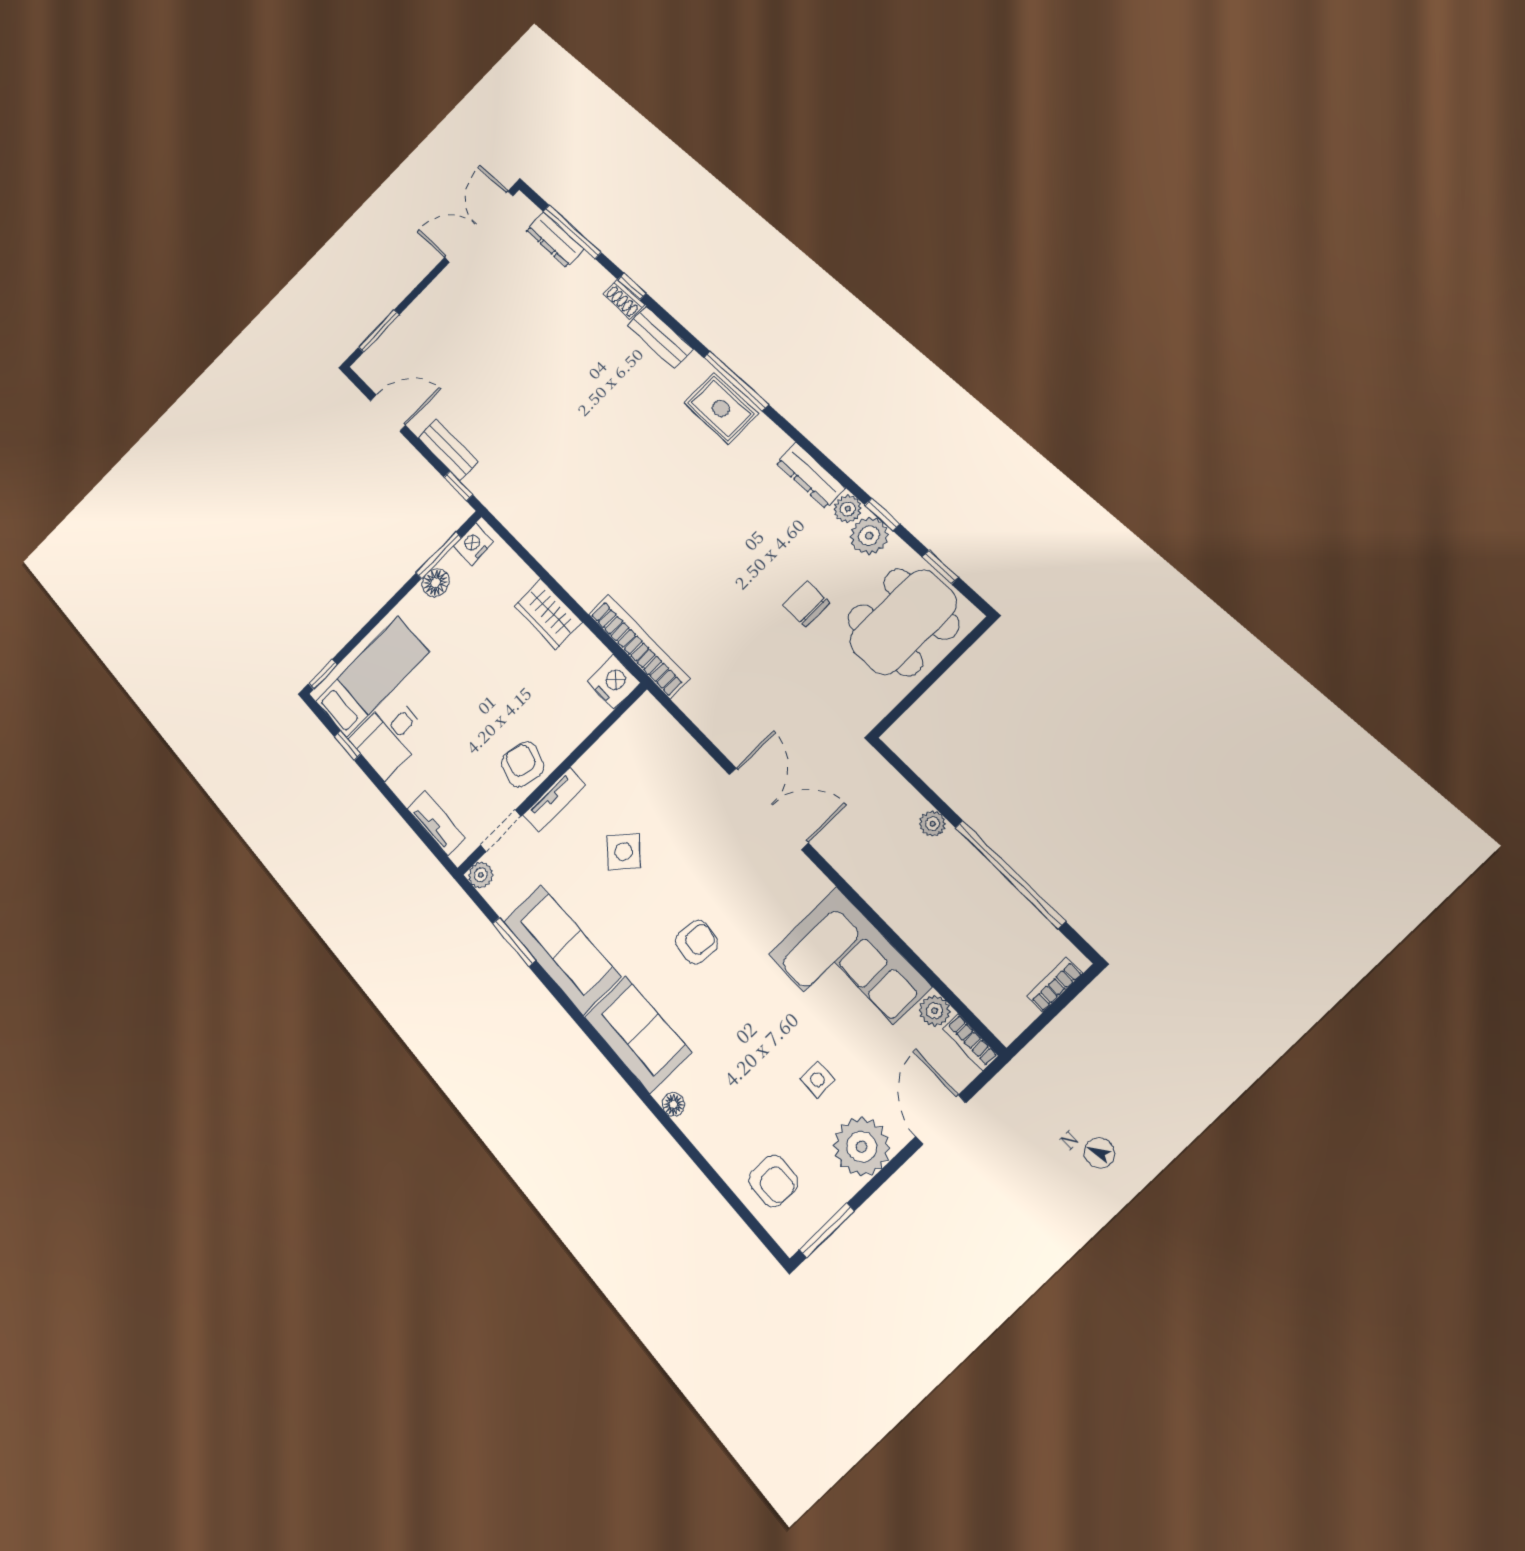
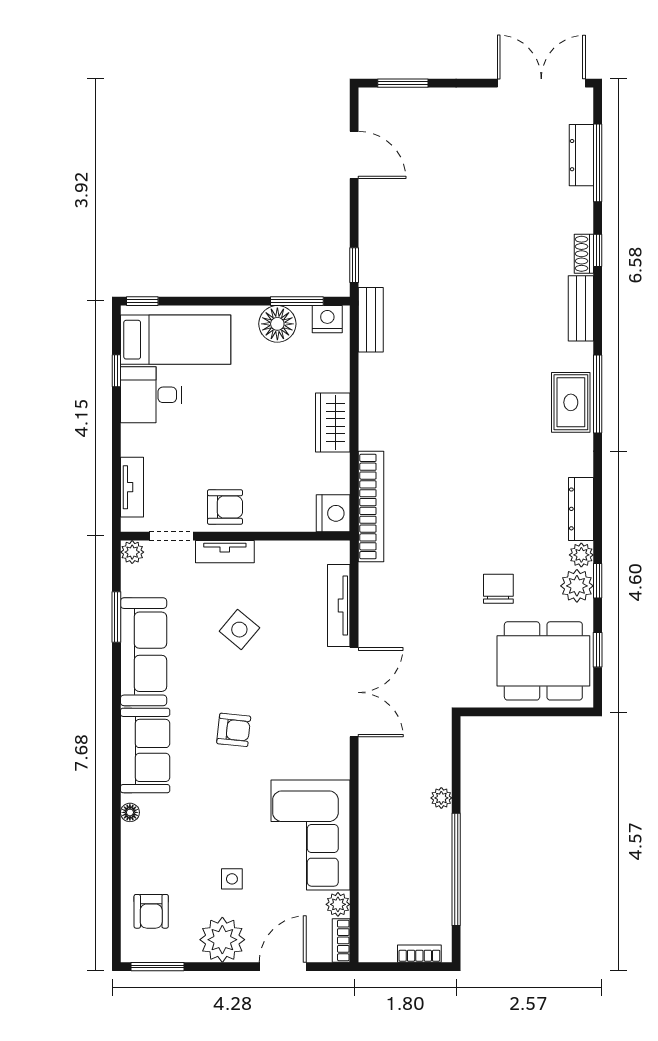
bench: (448, 450) -> (371, 320), moved
floor lamp: (435, 583) -> (277, 324), width x1.38, depth x1.38
tv unit: (687, 750) -> (339, 605), added
armchair: (523, 764) -> (225, 507), turned 76

